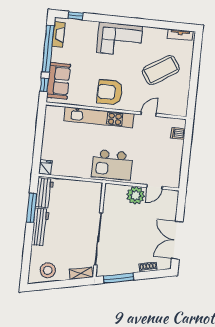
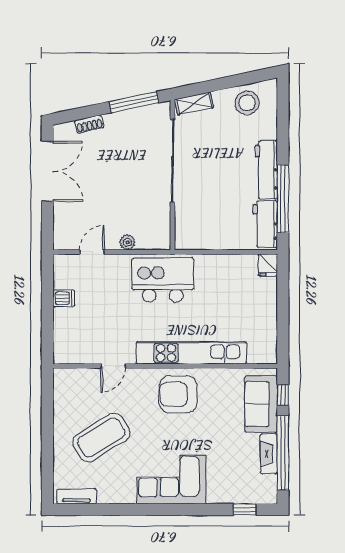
fireplace: (58, 34) -> (269, 454), moved
armchair: (110, 92) -> (178, 394), turned 180
dishwasher: (178, 134) -> (64, 298), moved
plant: (136, 195) -> (127, 242), width x0.53, depth x0.53
window: (32, 208) -> (283, 199), width x1.46

